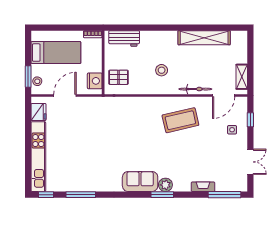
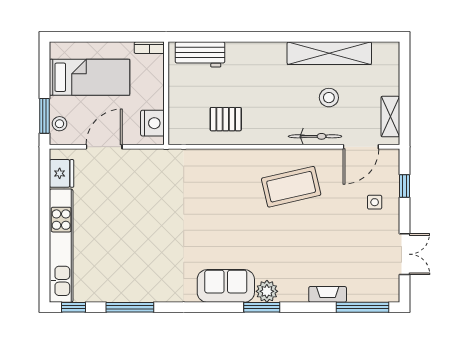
stool: (162, 70) -> (329, 98), moved
pallet: (118, 77) -> (226, 119), moved

